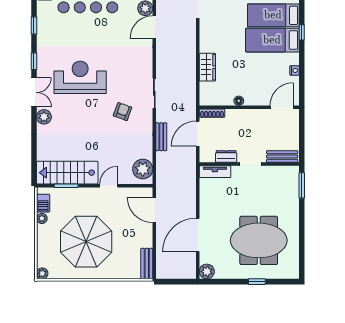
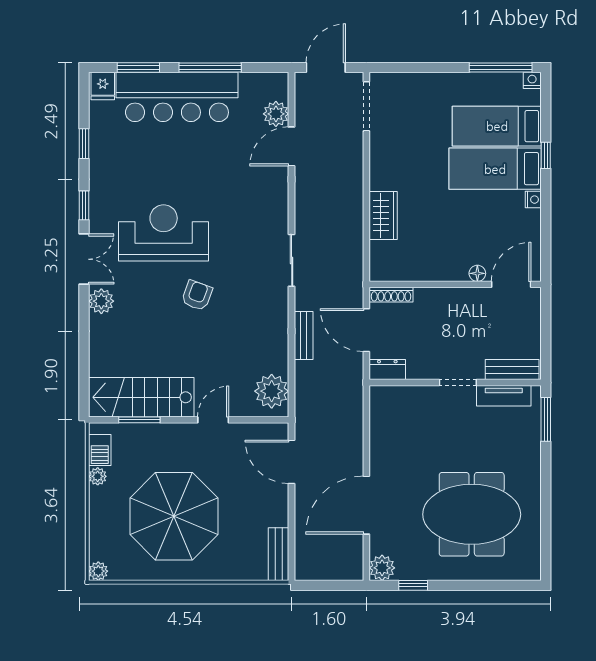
nightstand: (294, 70) -> (533, 200), moved
floor lamp: (239, 101) -> (477, 273), moved
armchair: (123, 112) -> (197, 295), moved
door: (198, 134) -> (366, 330), hinge flipped
dresser: (226, 157) -> (387, 370), moved
tv unit: (215, 172) -> (504, 396), moved
window: (257, 282) -> (413, 585), moved

